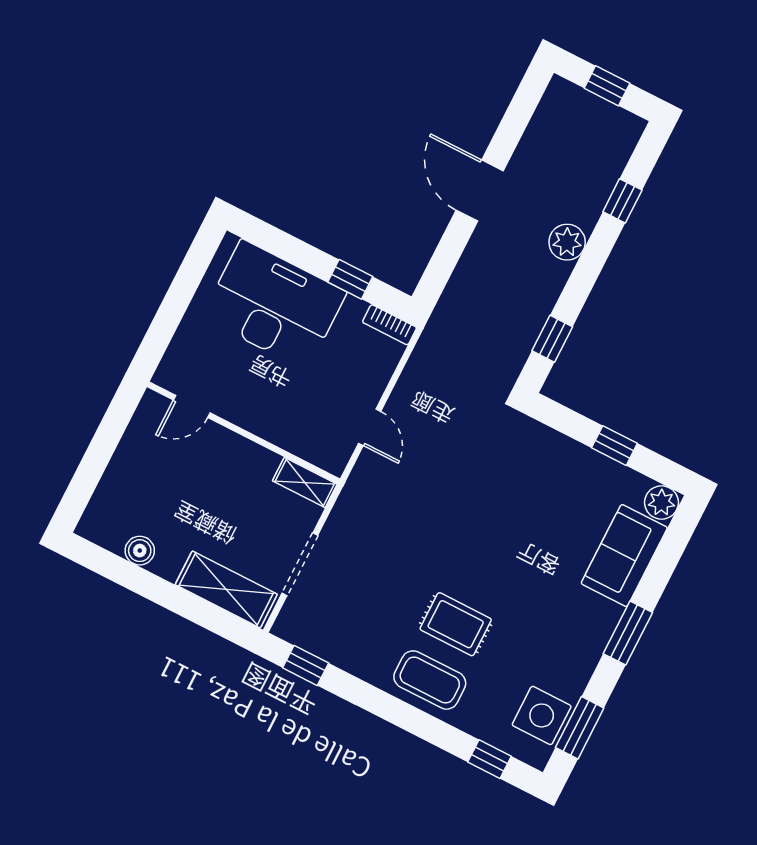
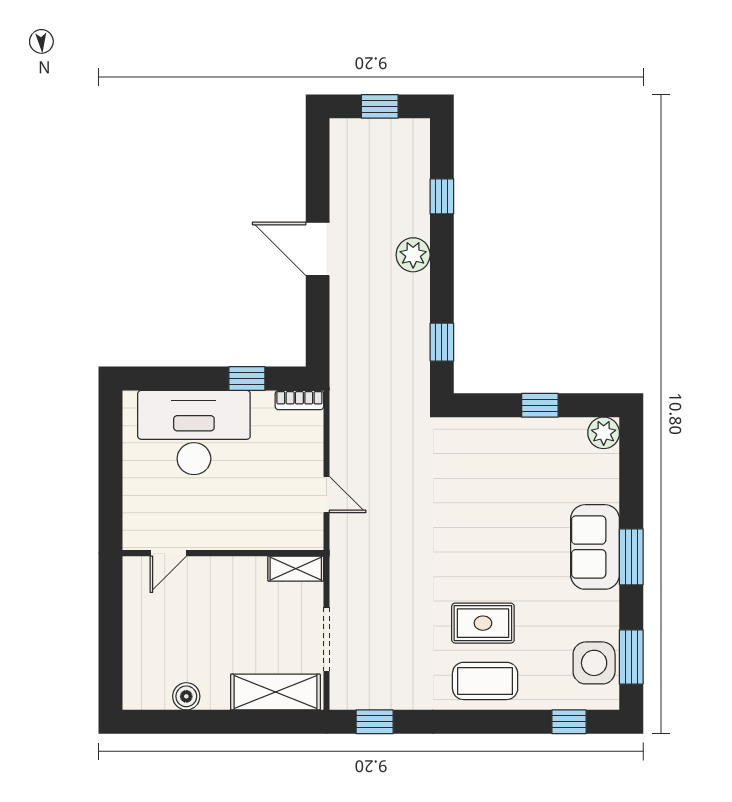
sofa: (624, 556) -> (595, 547), moved

